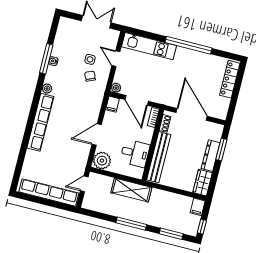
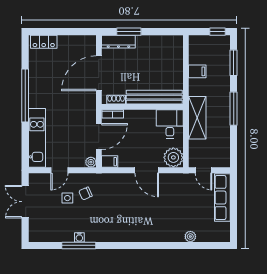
locker: (230, 79) -> (44, 42), width x0.66
plant: (47, 89) -> (190, 237), moved
row of seats: (40, 122) -> (149, 235), removed
desk: (135, 153) -> (170, 124), moved
dresser: (211, 156) -> (118, 42), moved
wardrobe: (203, 183) -> (170, 43), removed
row of seats: (49, 192) -> (222, 198), width x0.73
filing cabinet: (198, 207) -> (197, 71), moved

